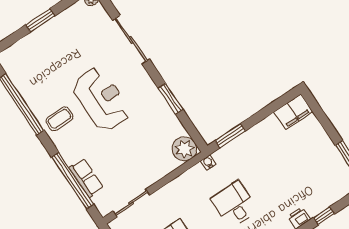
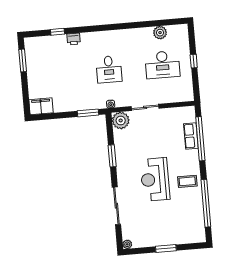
sliding door: (131, 203) -> (145, 107), moved

